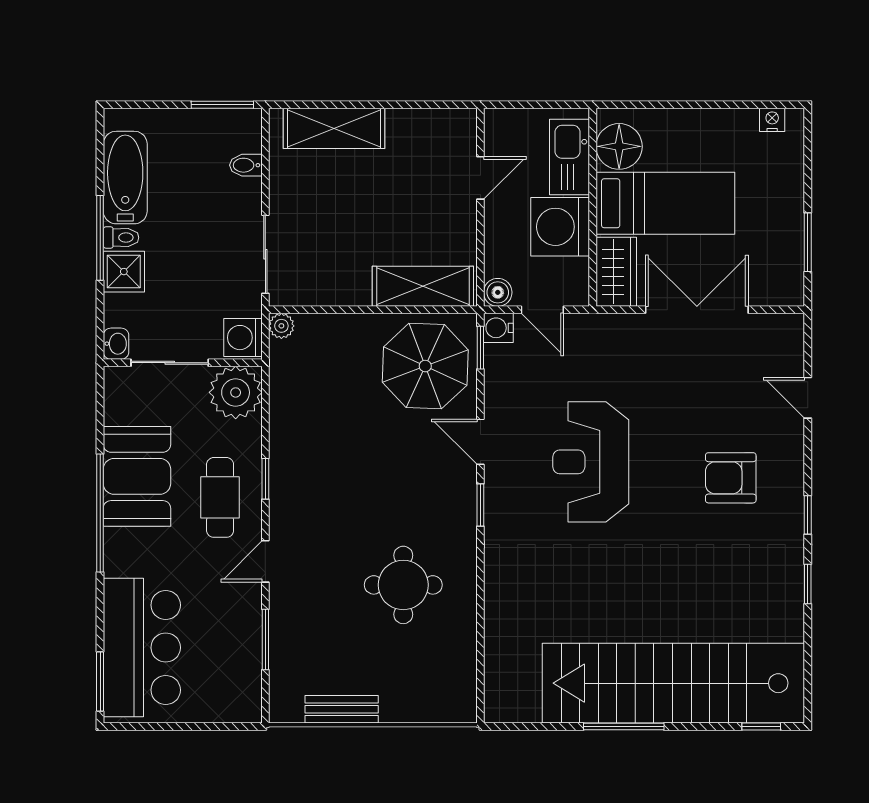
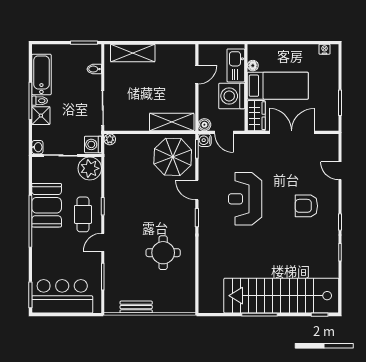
floor lamp: (619, 146) -> (253, 66), width x0.53, depth x0.53
bar counter: (142, 648) -> (62, 296), moved, turned -90

